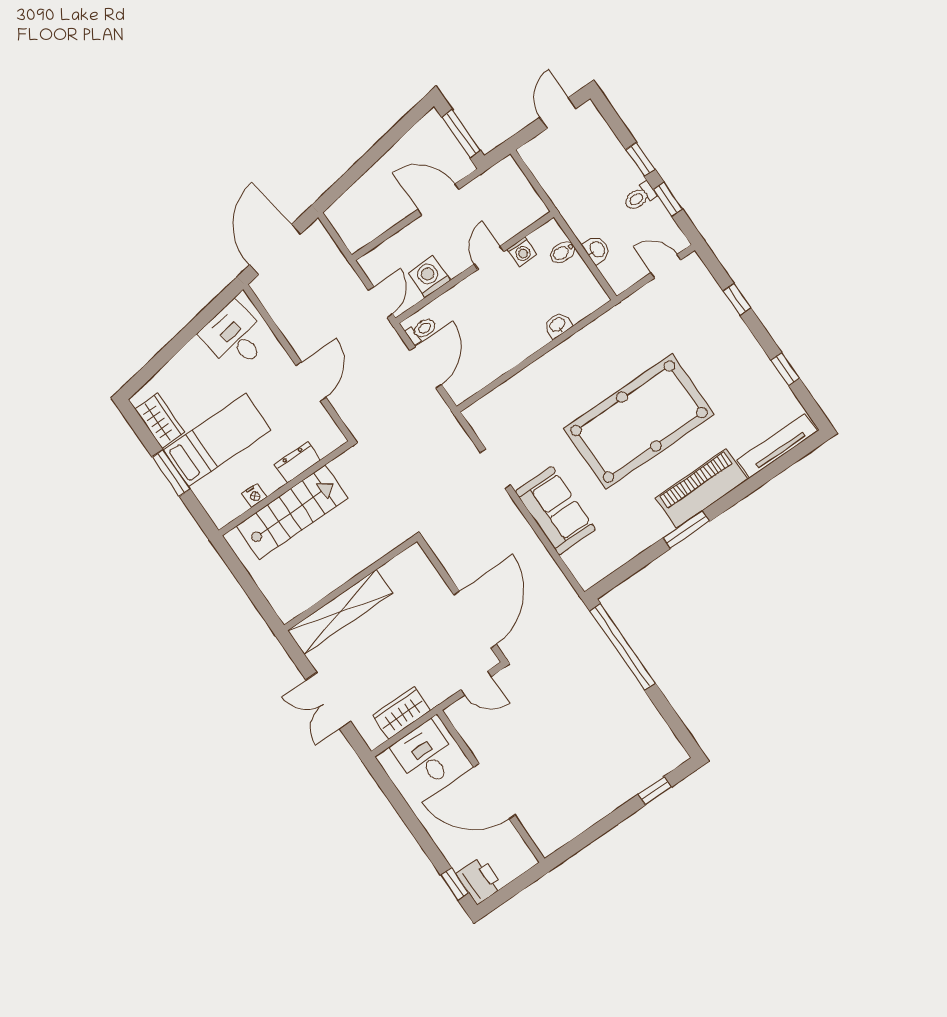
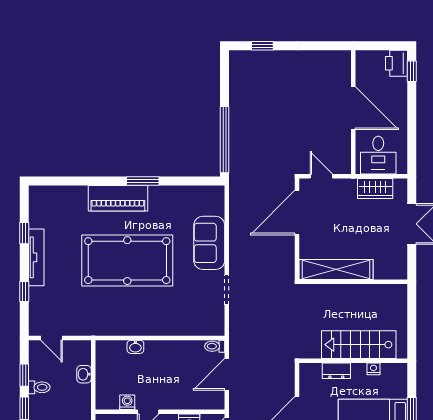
bidet: (563, 252) -> (104, 386), removed
toilet: (421, 330) -> (215, 346), moved
tv unit: (777, 446) -> (36, 257), moved, turned -90
shelving: (340, 612) -> (336, 270), moved

